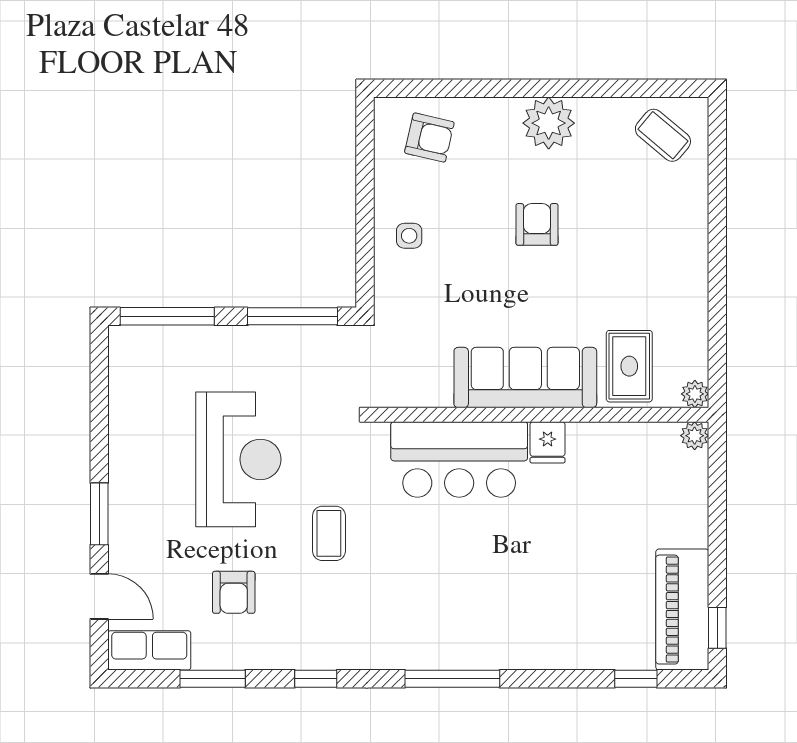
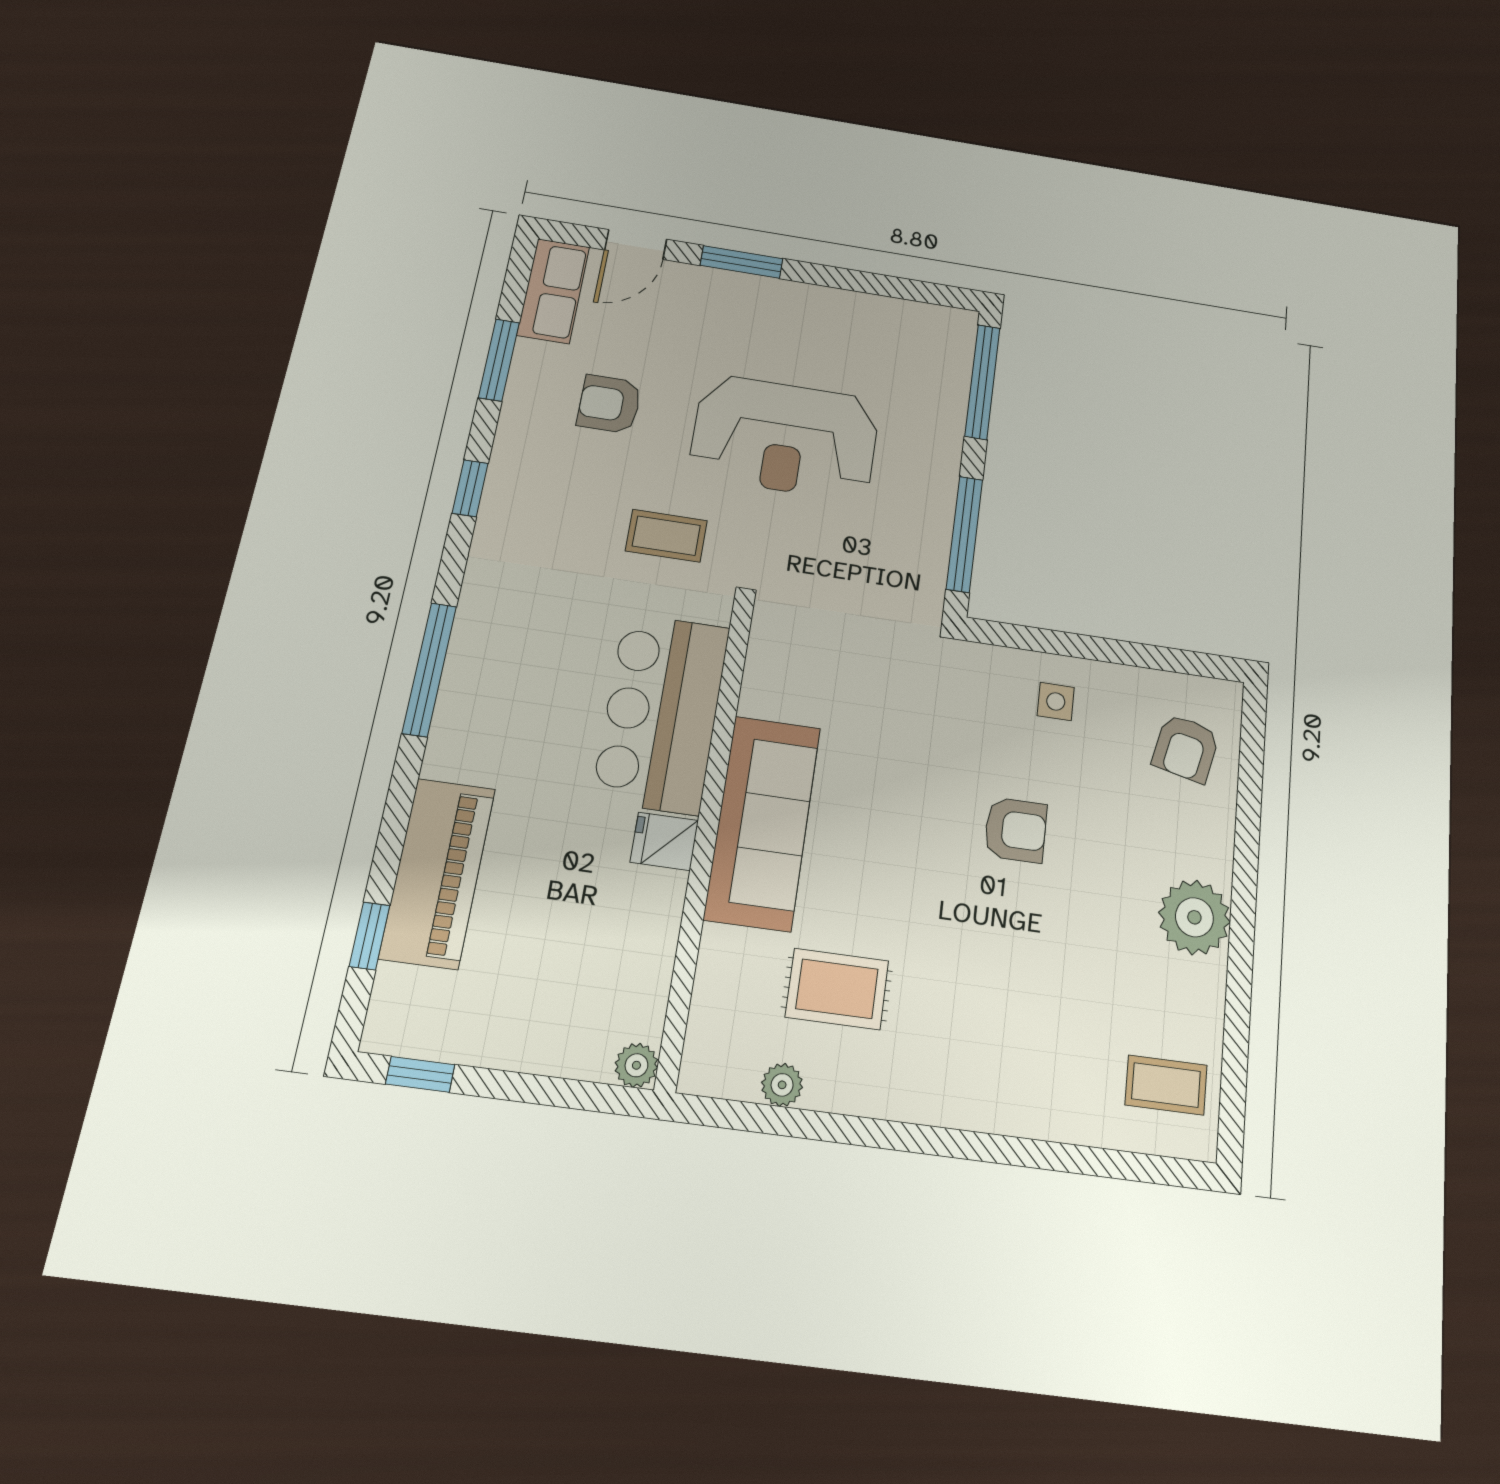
coffee table: (663, 135) -> (1166, 1085), turned 50
armchair: (537, 224) -> (1016, 830), moved
sofa: (525, 377) -> (763, 822), moved
wall: (541, 415) -> (706, 838), moved
plant: (695, 436) -> (636, 1065), moved
fridge: (548, 442) -> (664, 841), moved
bar counter: (459, 459) -> (661, 713), moved
piano: (682, 610) -> (438, 873), moved, turned 90

